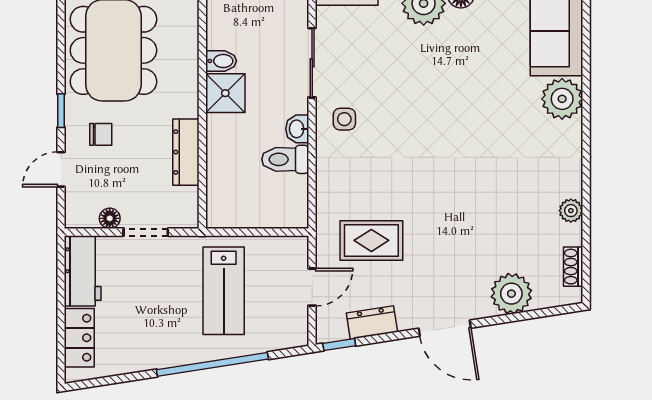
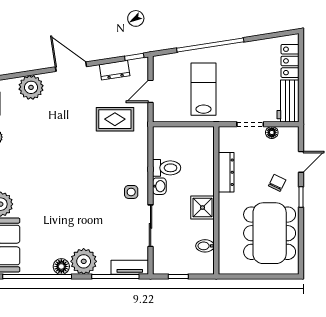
bidet: (221, 61) -> (205, 246), moved
chair: (101, 134) -> (277, 183), turned 116

